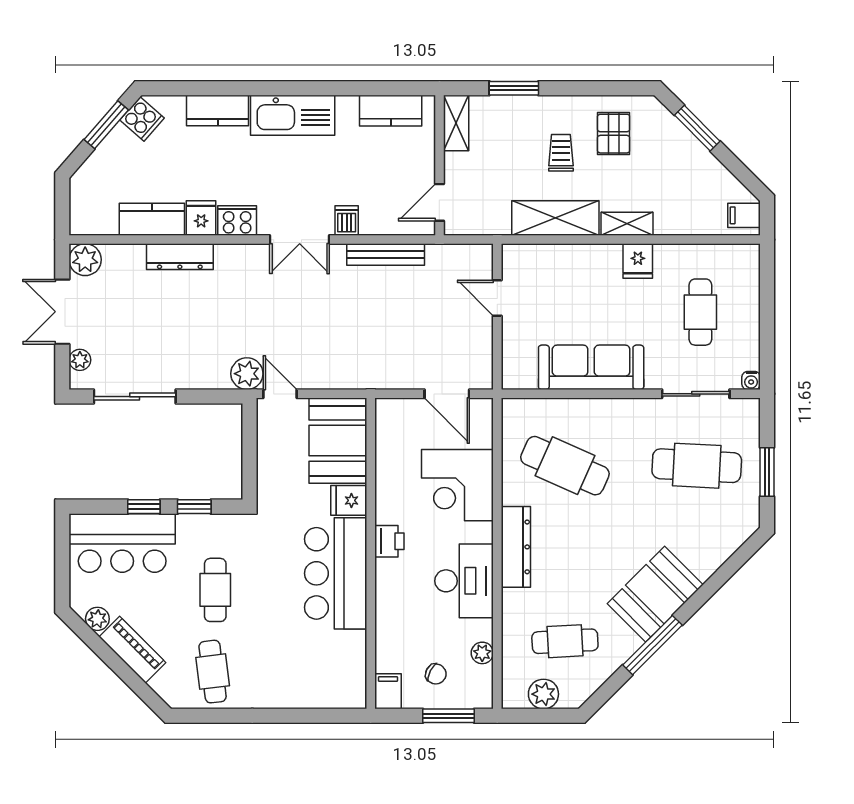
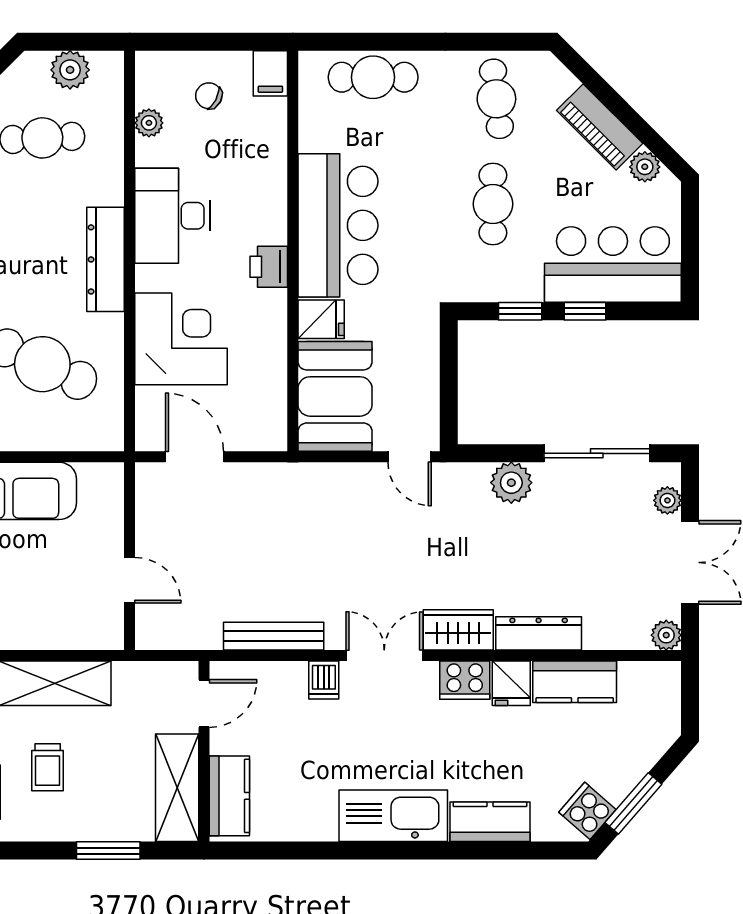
kitchen counter: (391, 111) -> (229, 796), moved, turned 90
shelving: (456, 123) -> (177, 788), width x1.50, depth x1.33
wardrobe: (242, 259) -> (458, 630), added
plant: (85, 260) -> (666, 635), width x0.73, depth x0.73
plant: (247, 374) -> (511, 483), moved
cafe table: (308, 688) -> (373, 77), added
window: (449, 716) -> (192, 42), removed

